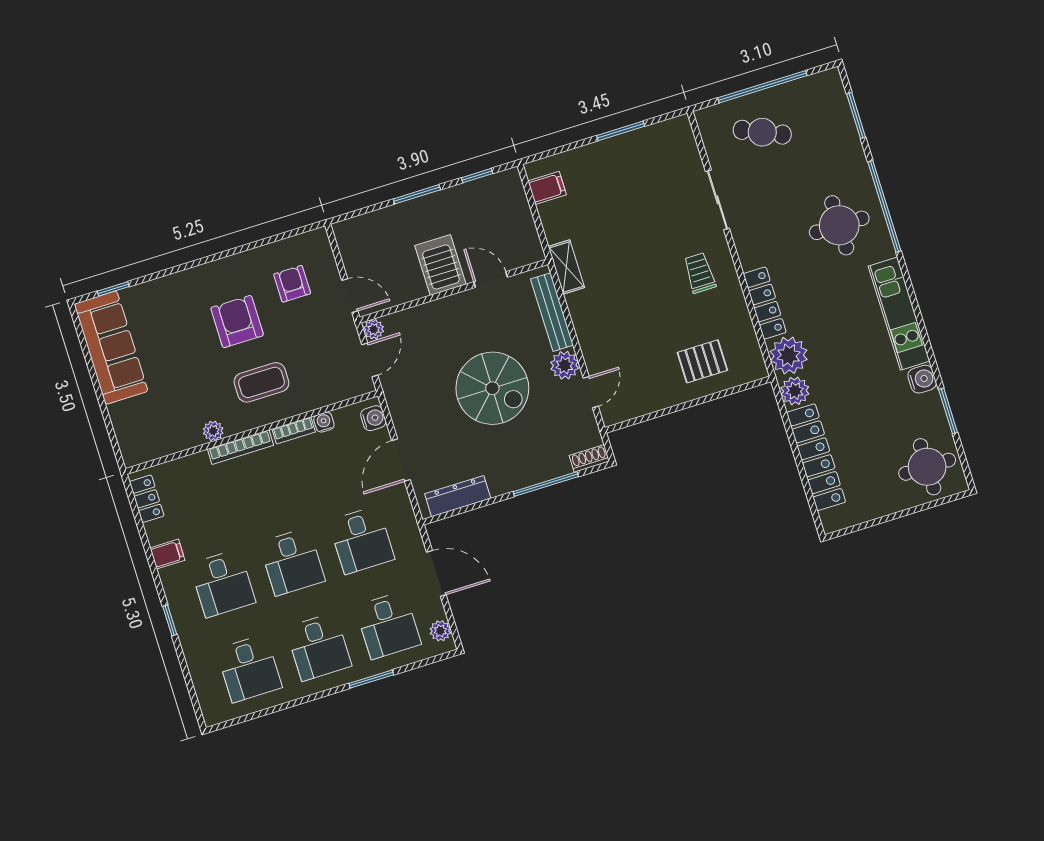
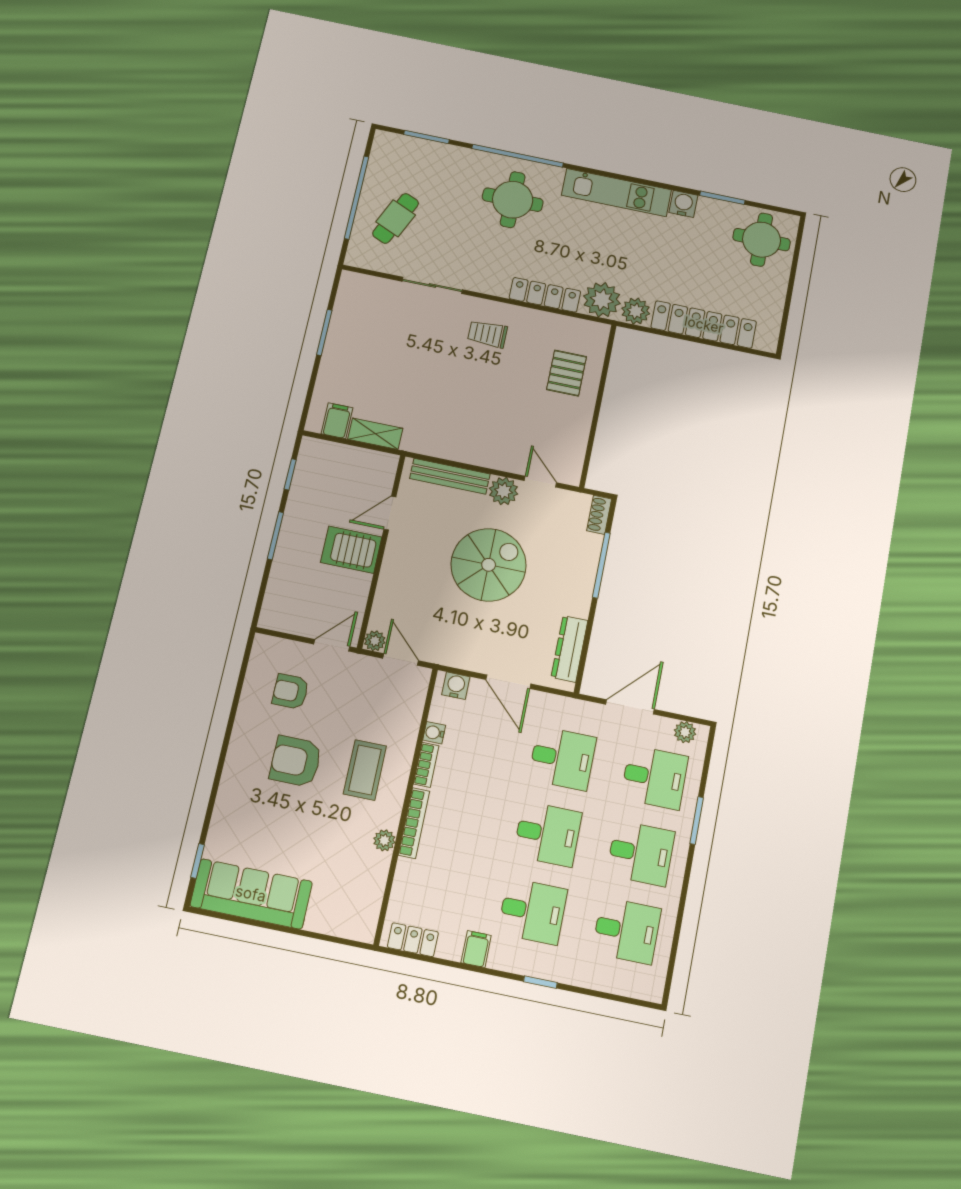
shelving: (566, 267) -> (375, 434), moved

